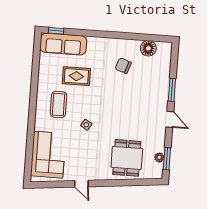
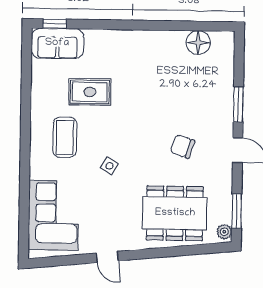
sofa: (63, 44) -> (57, 43), width x0.73
chair: (123, 66) -> (183, 146), moved
plant: (159, 157) -> (224, 232), moved
dining table: (127, 158) -> (175, 213), width x1.38

